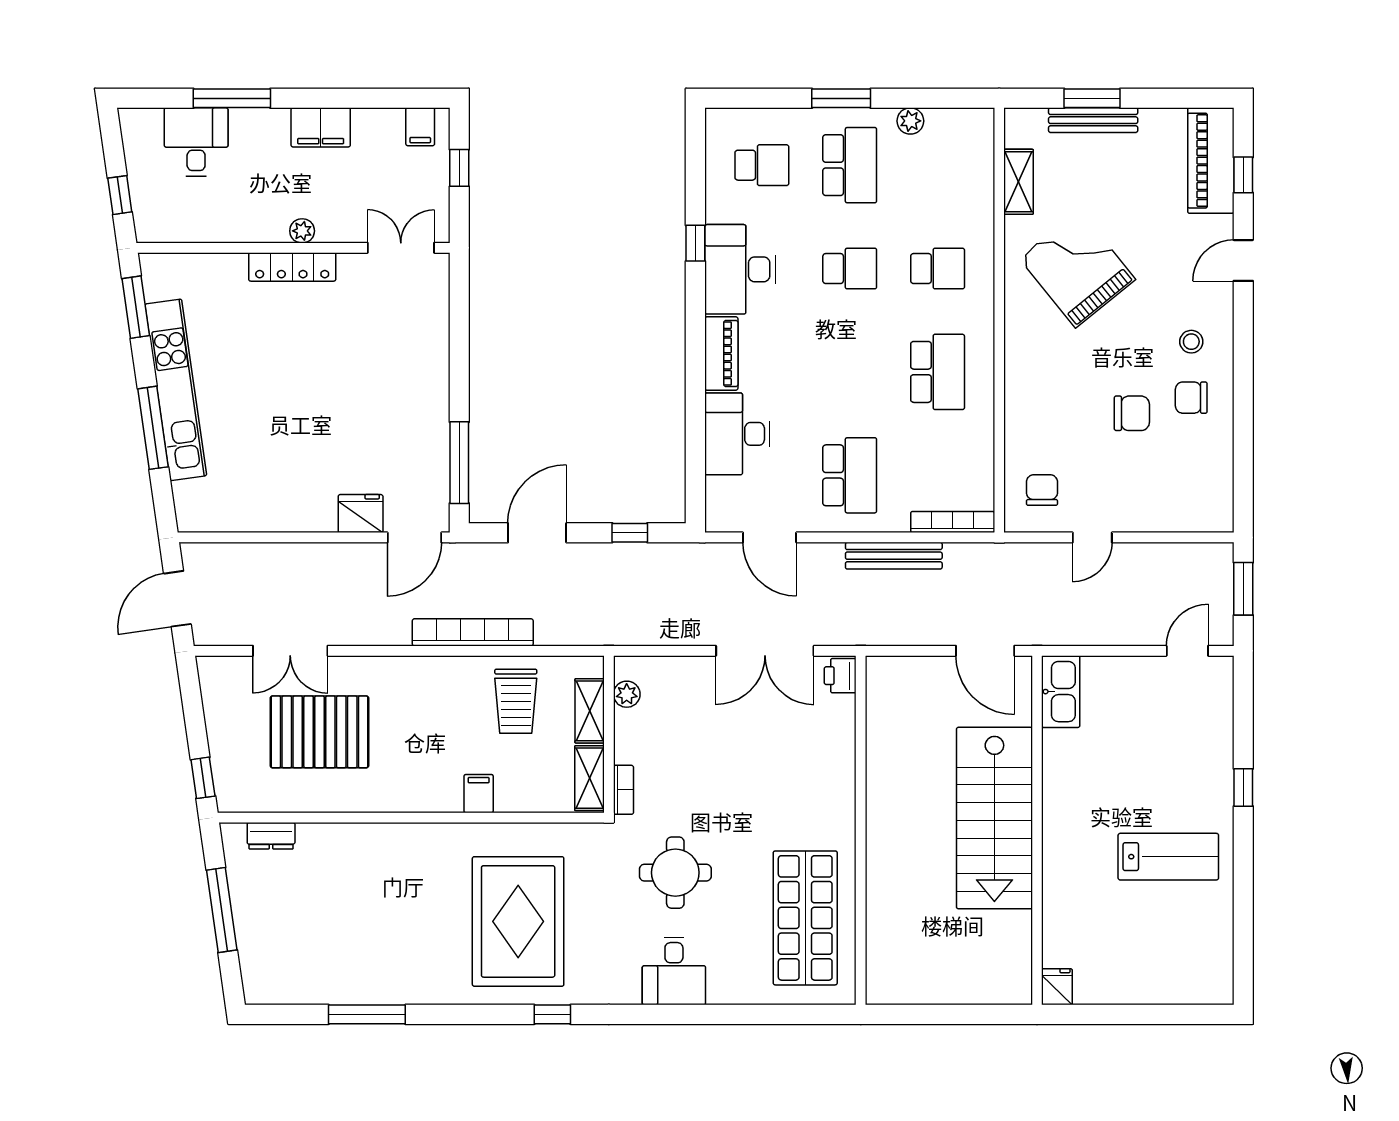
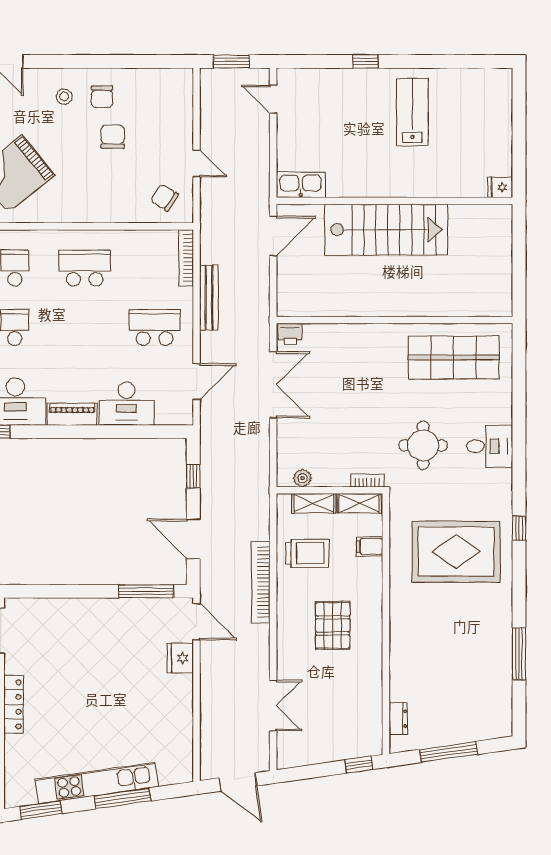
chair: (1042, 490) -> (164, 198), turned 32
pallet: (319, 732) -> (333, 625), moved, width x0.73, depth x0.71
filing cabinet: (479, 794) -> (370, 547), moved

